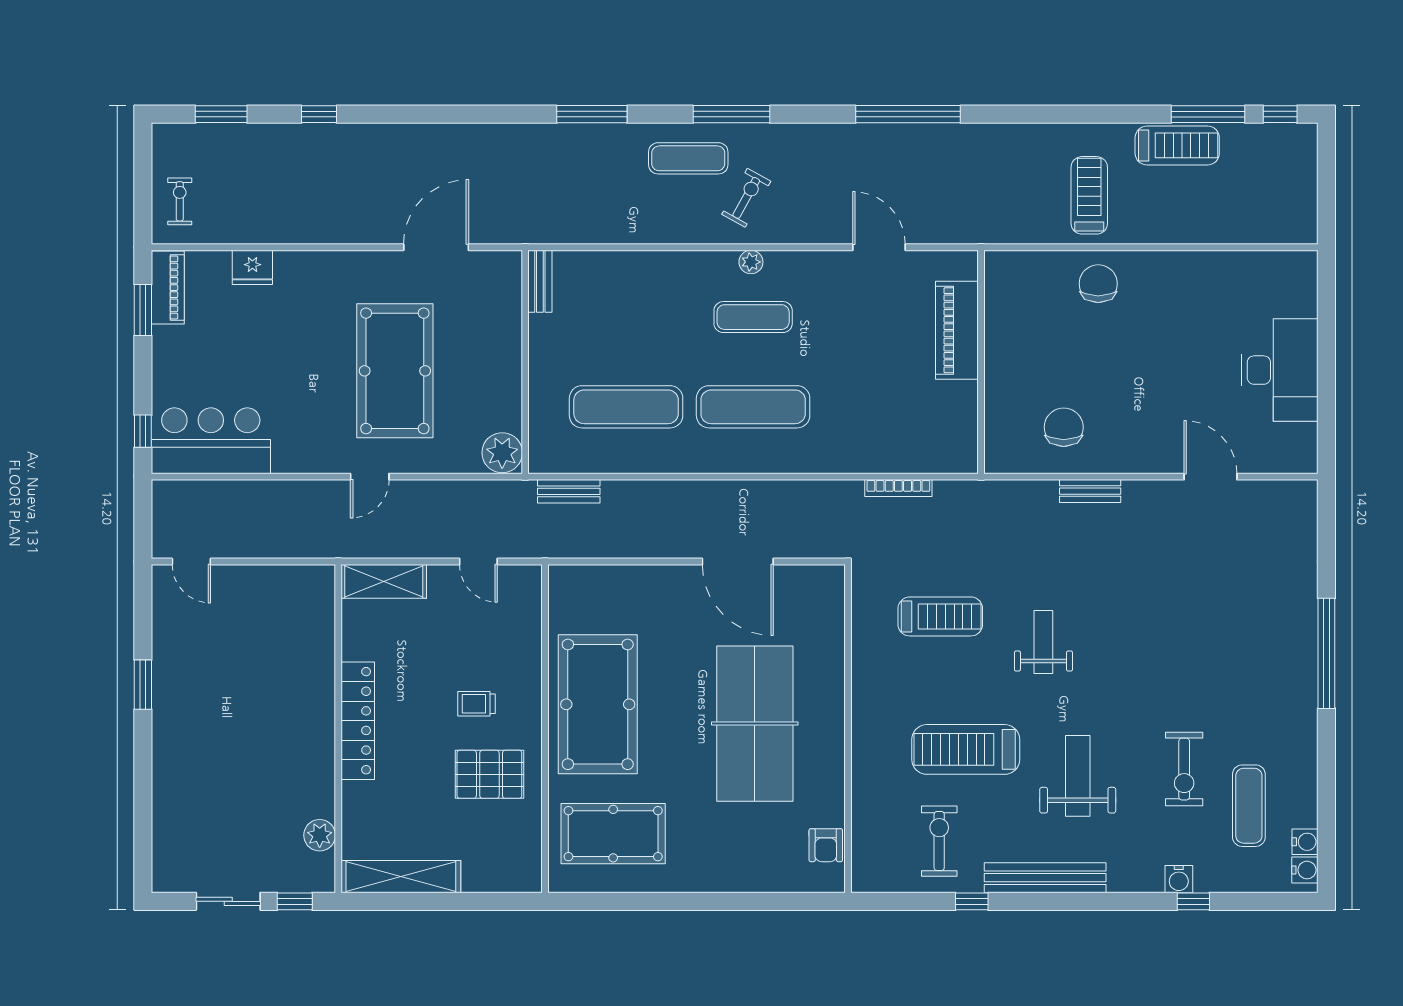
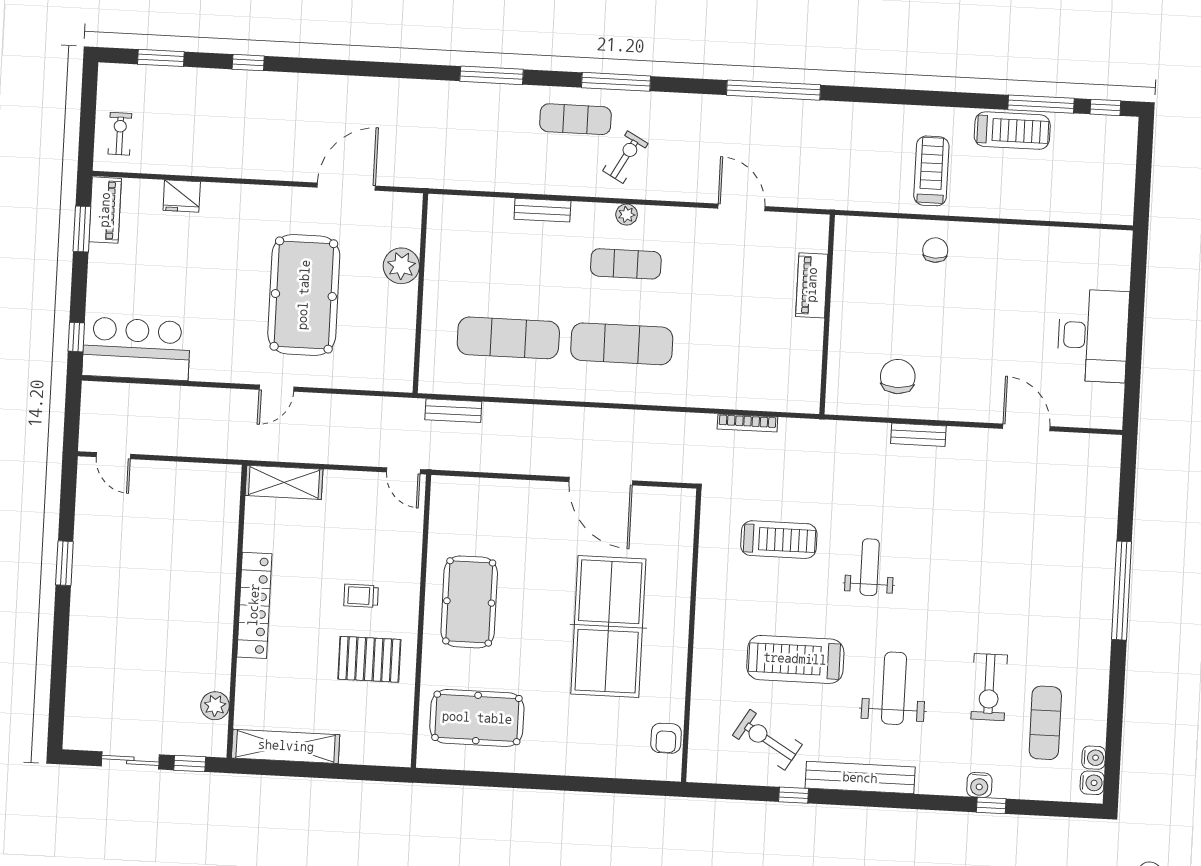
bench: (540, 281) -> (542, 210), moved, turned 90
chair: (1098, 284) -> (935, 250), width x0.73, depth x0.73
piano: (957, 330) -> (812, 285), width x0.73, depth x0.75
plant: (502, 453) -> (401, 266), moved
door: (478, 562) -> (403, 471), moved
pool table: (598, 704) -> (469, 602), width x0.73, depth x0.76
exercise bike: (939, 841) -> (767, 740), turned -59

